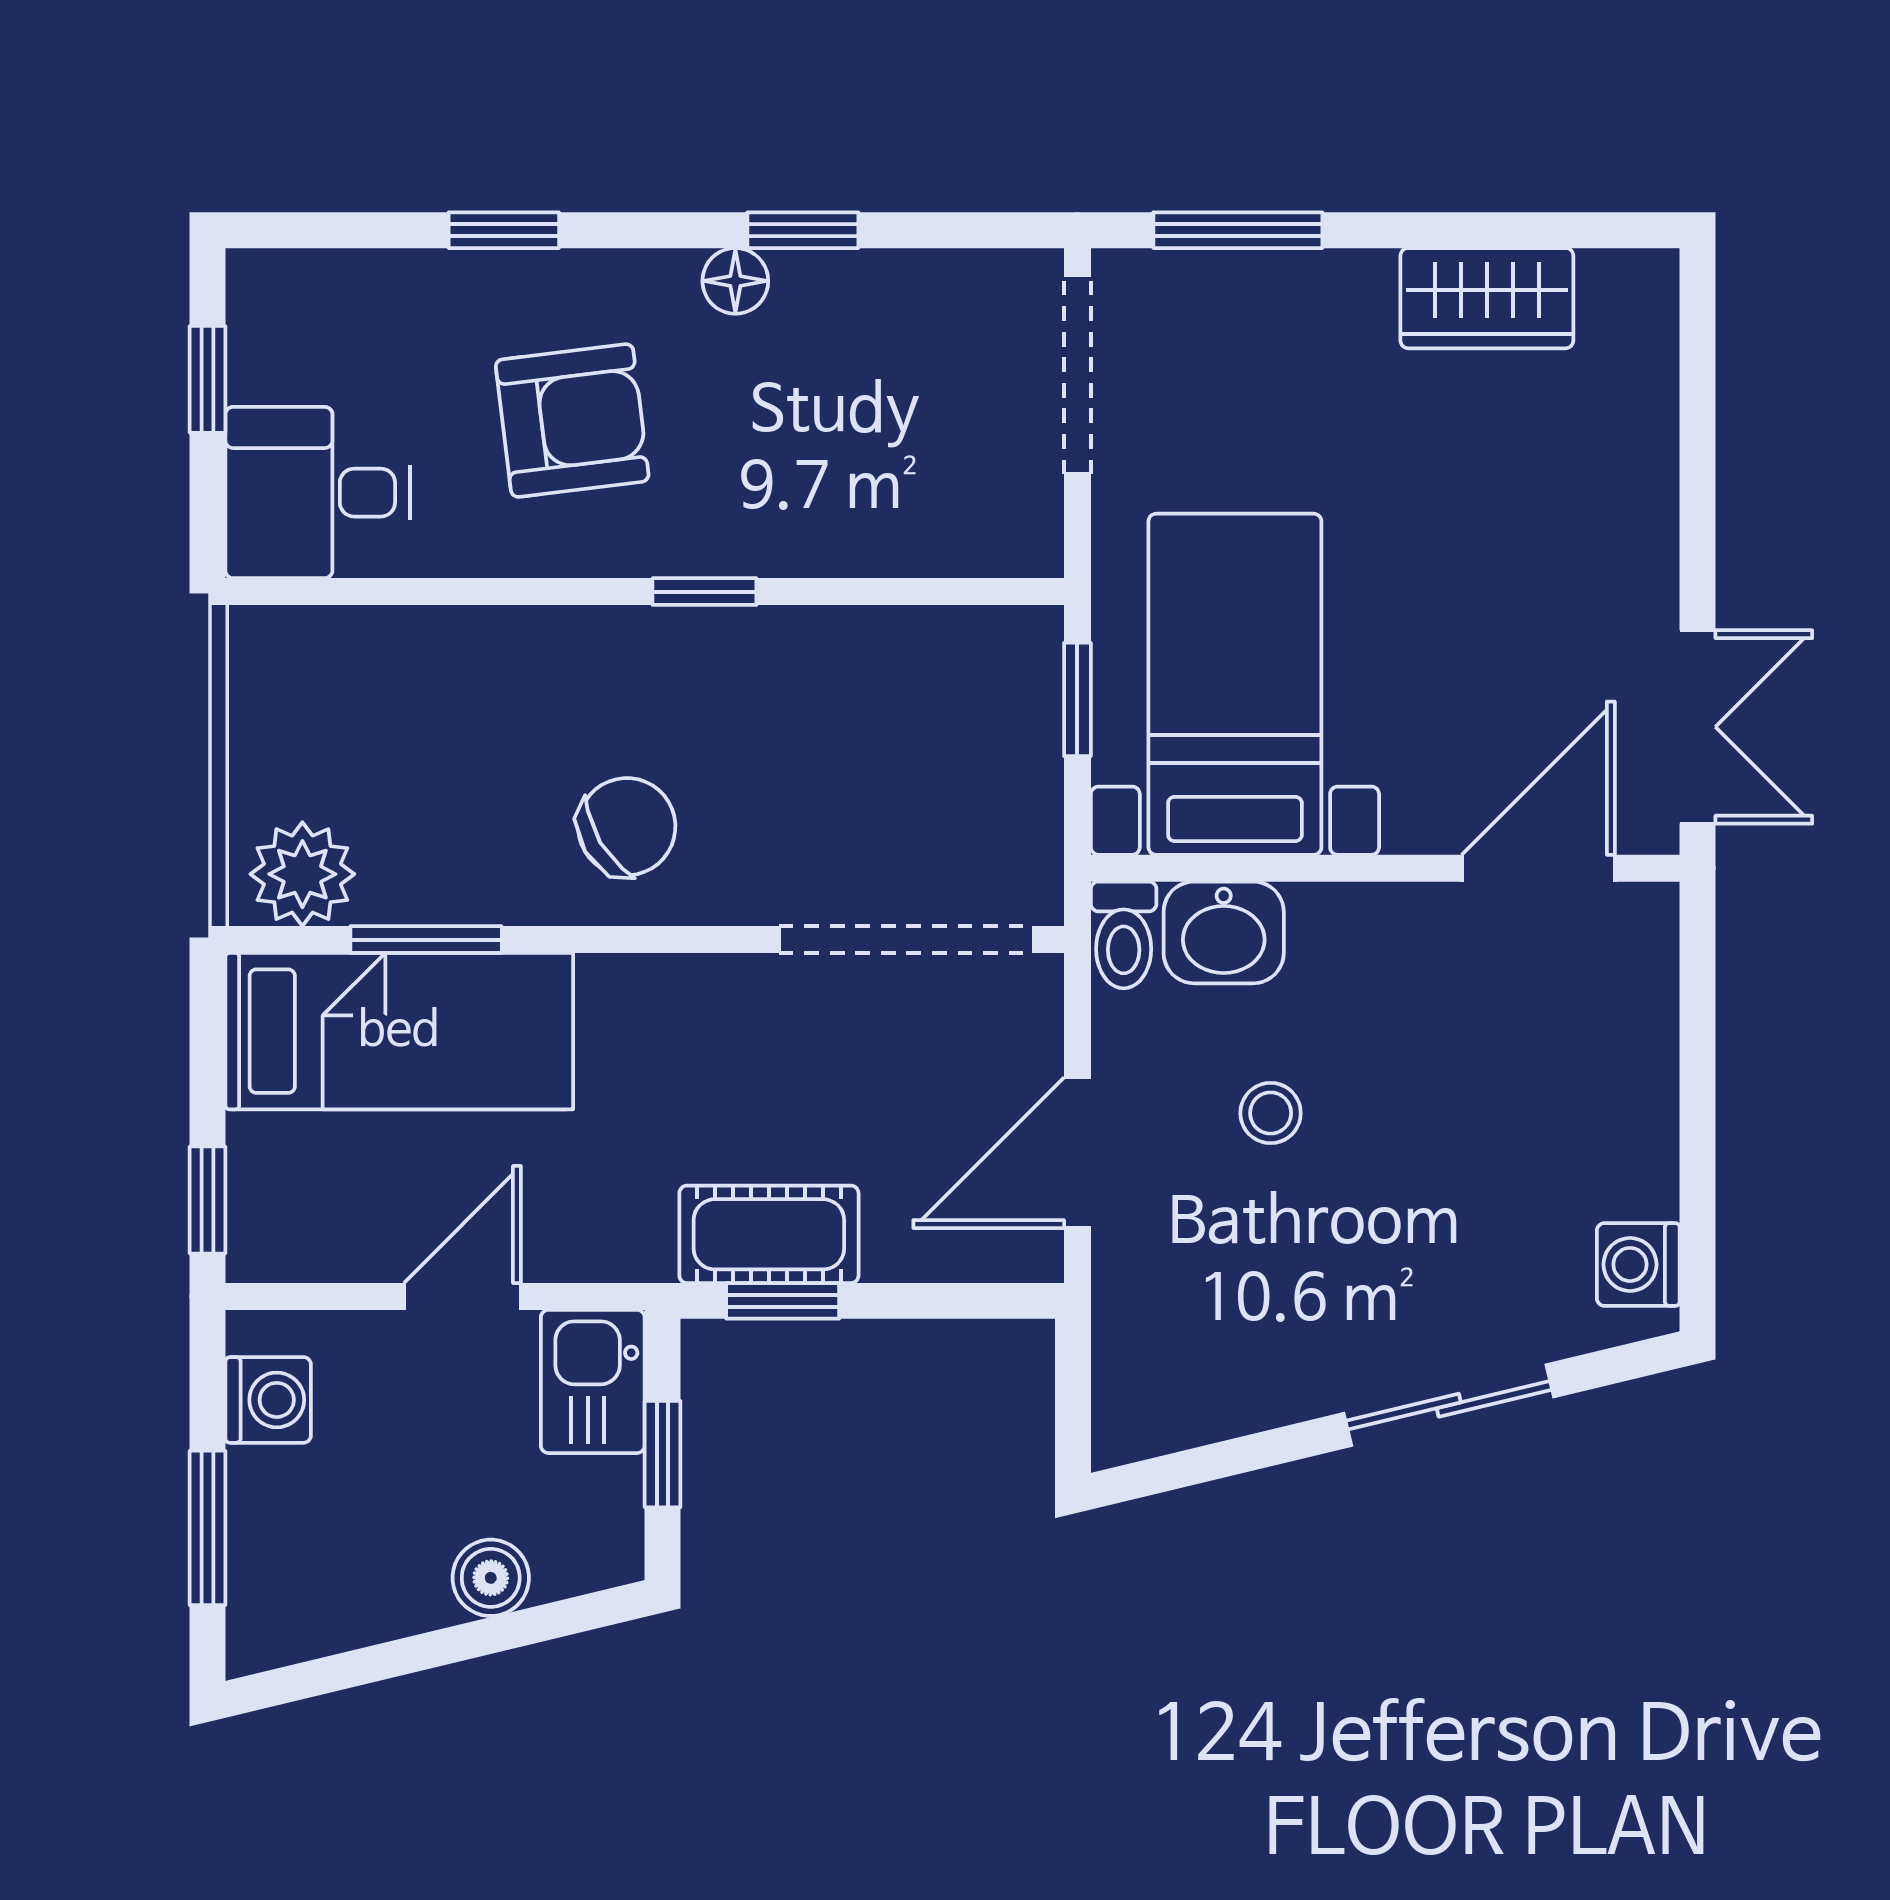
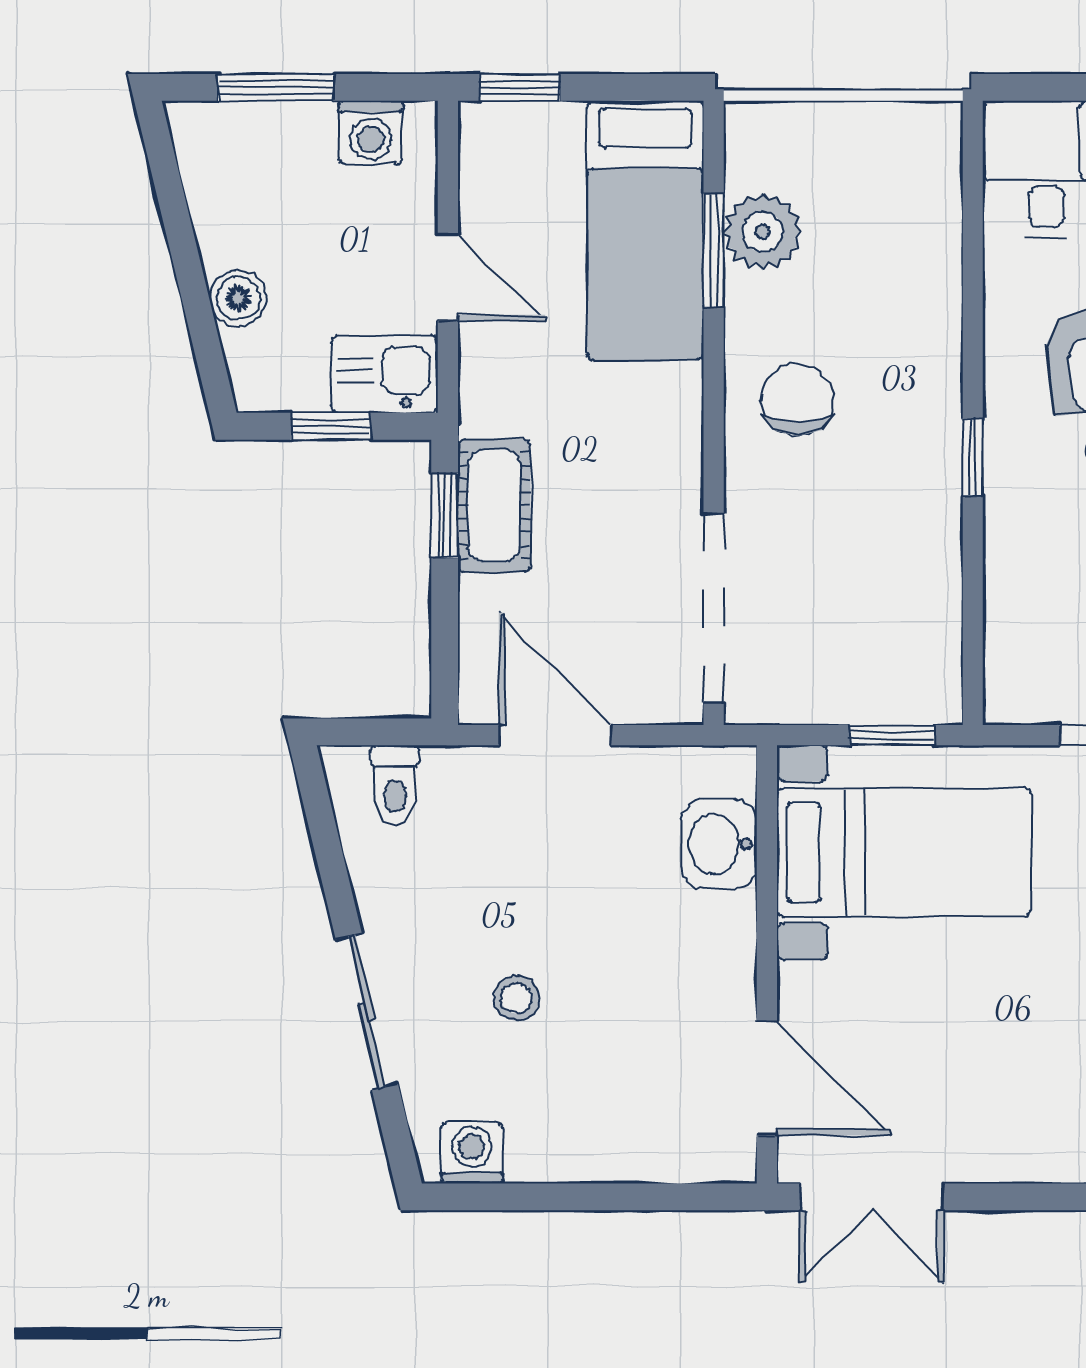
chair: (627, 827) -> (798, 400), turned -149
plant: (302, 874) -> (762, 232), moved
toilet: (1124, 935) -> (395, 785), moved, turned -90
stool: (1271, 1113) -> (517, 998), moved

